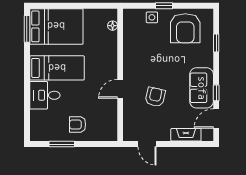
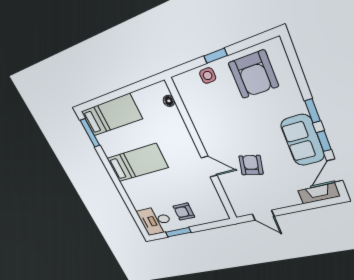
bed: (56, 26) -> (111, 115), width x0.67
window: (216, 43) -> (313, 111), moved
door: (120, 89) -> (209, 167), swing flipped
desk: (45, 95) -> (155, 221), moved
fireplace: (186, 135) -> (319, 193), moved

